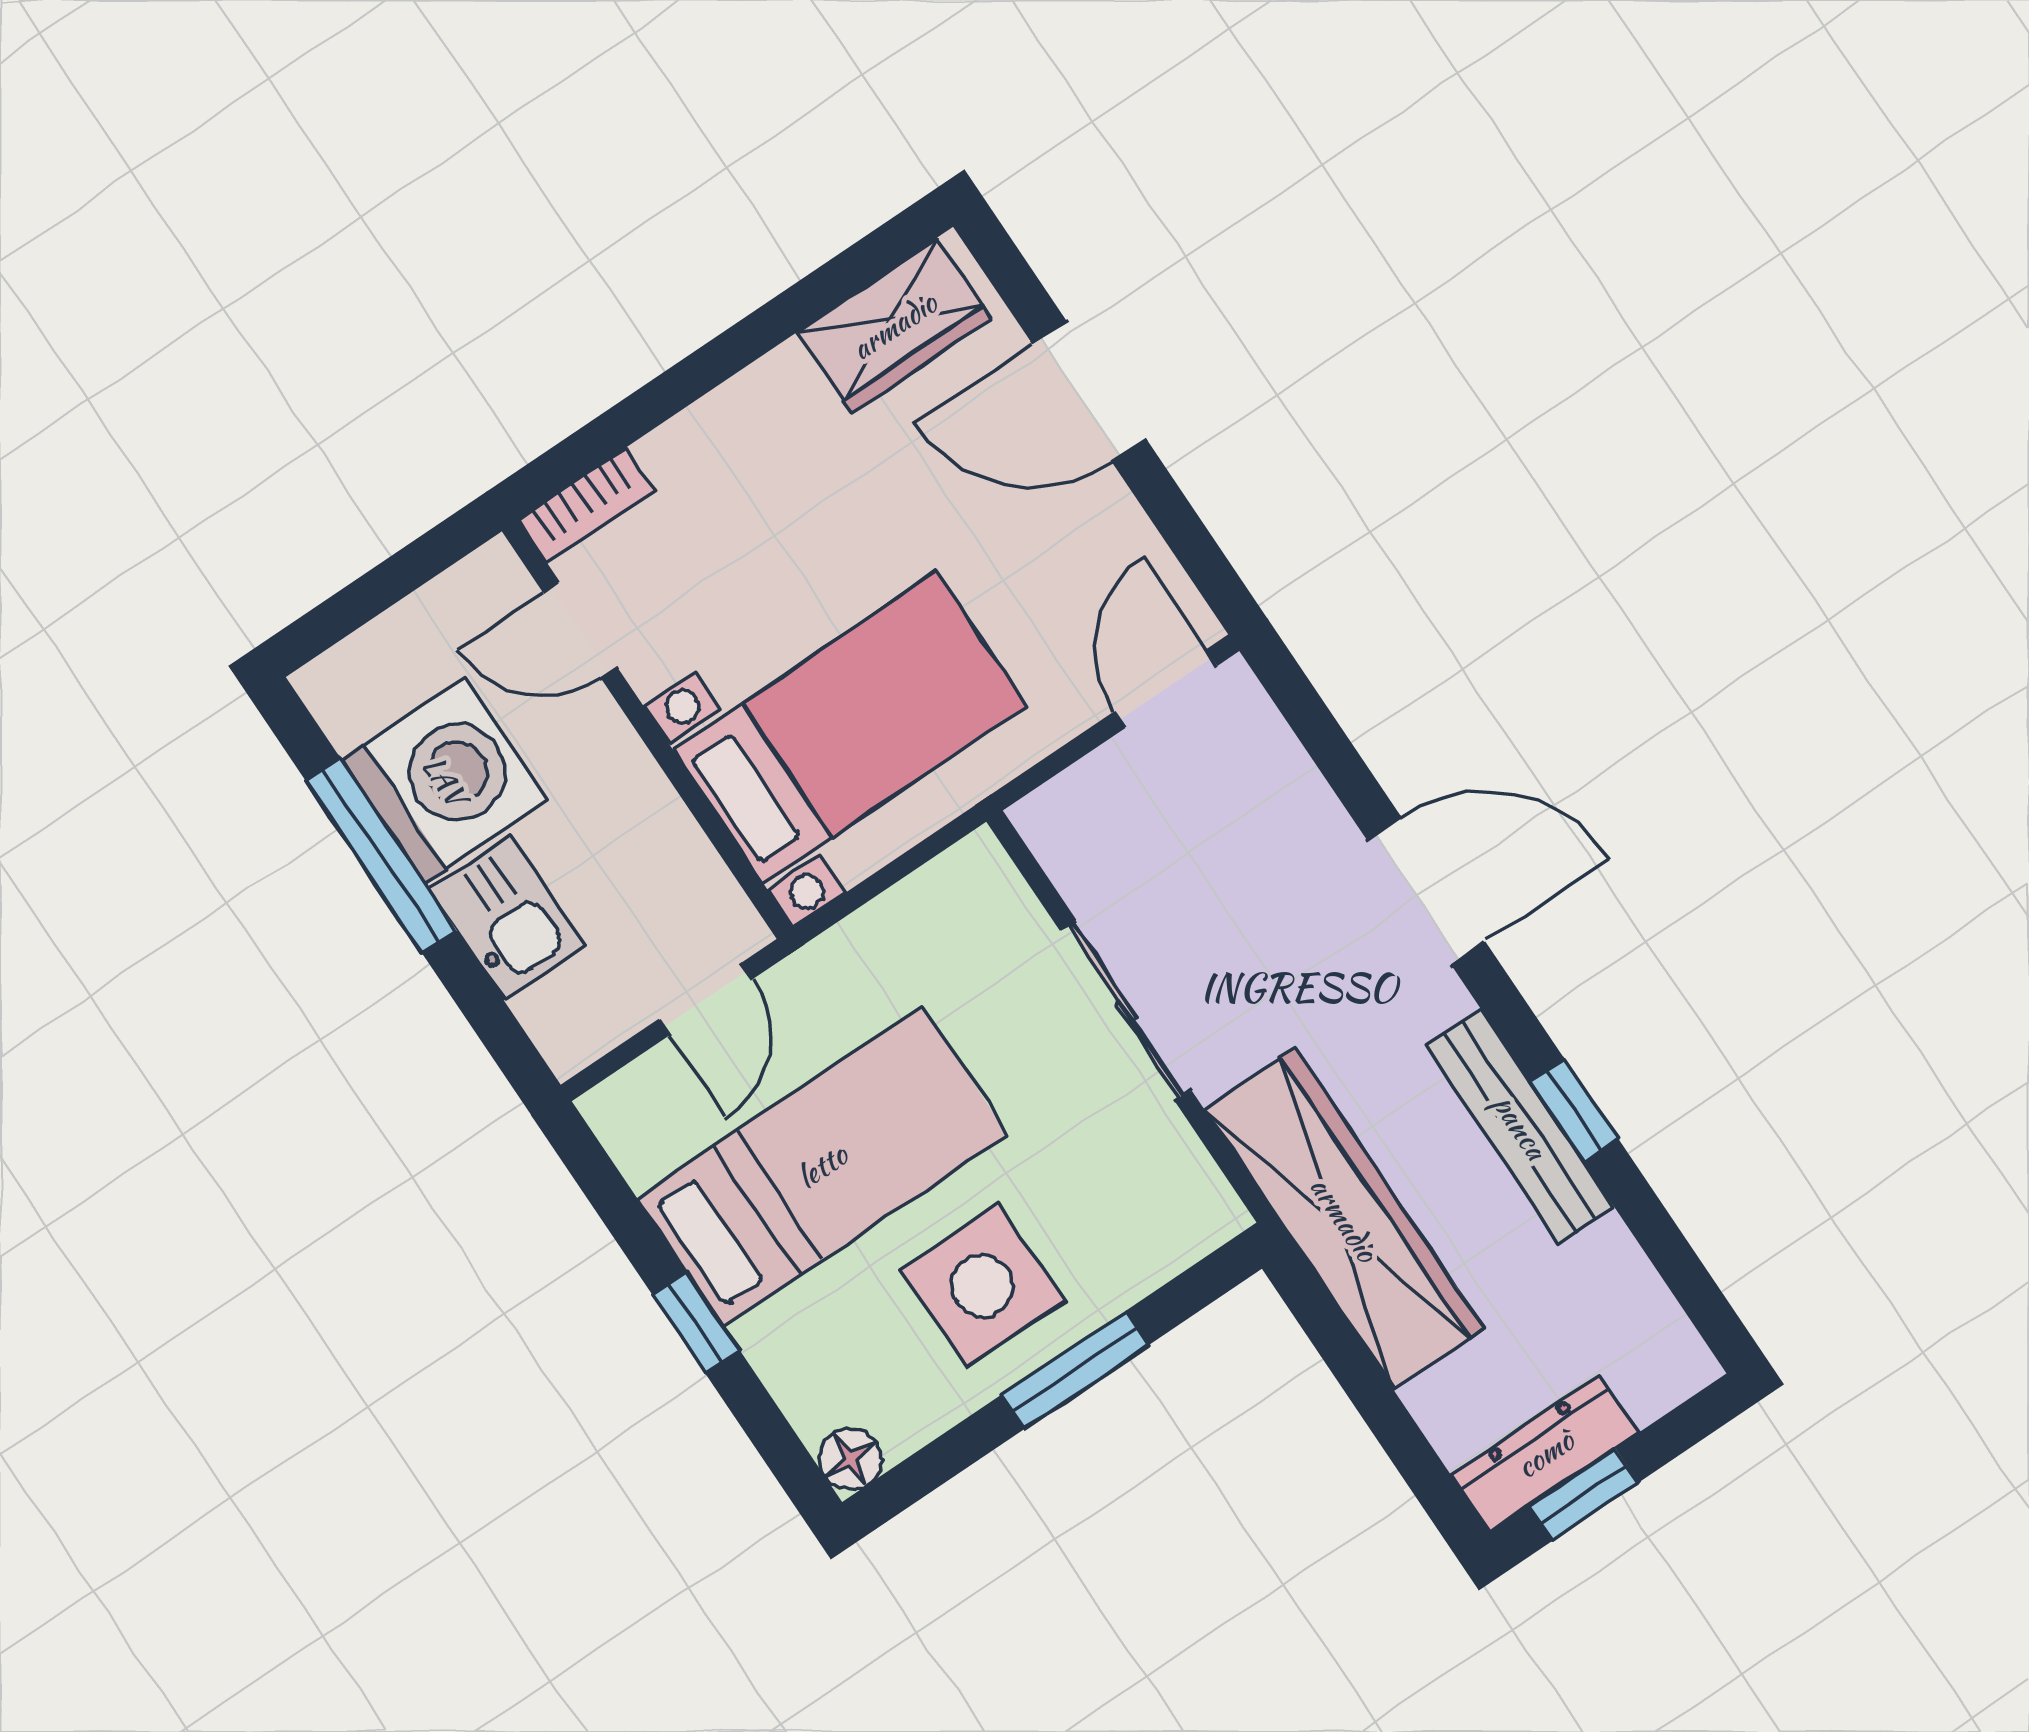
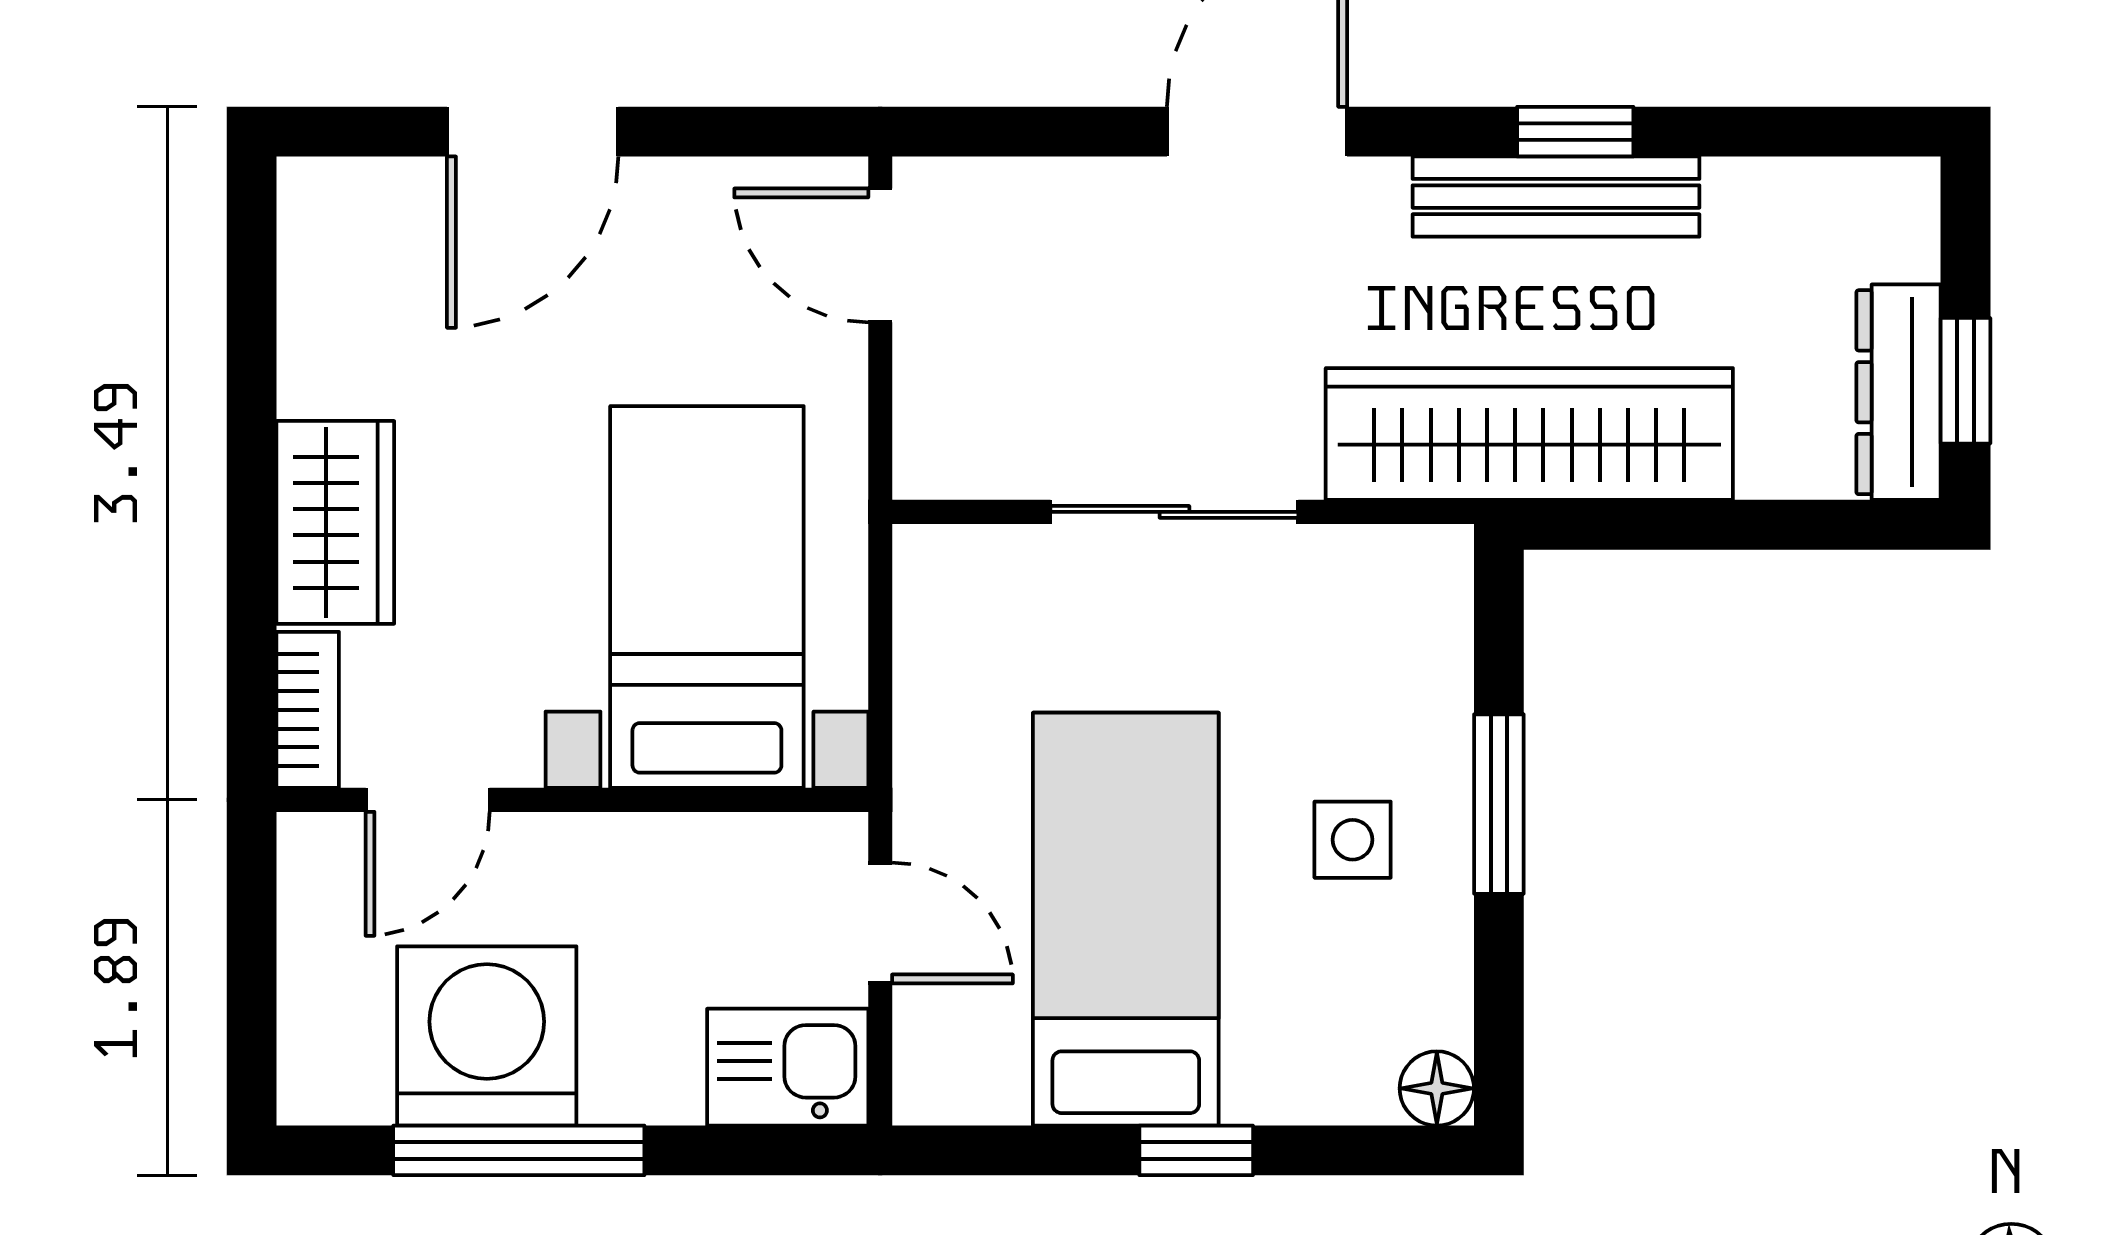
wardrobe: (894, 326) -> (335, 522), moved
kitchen sink: (506, 918) -> (788, 1067), moved
side table: (983, 1286) -> (1353, 840), width x0.54, depth x0.54

